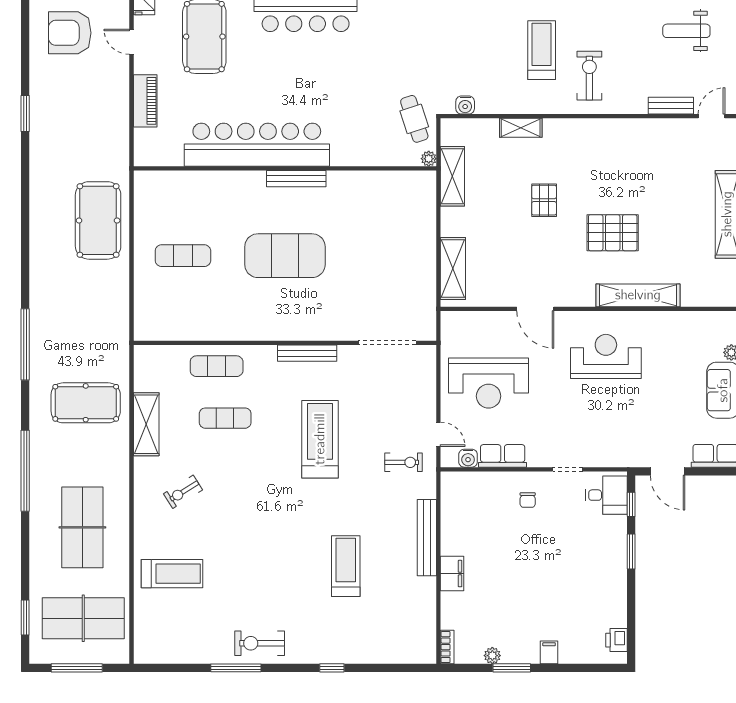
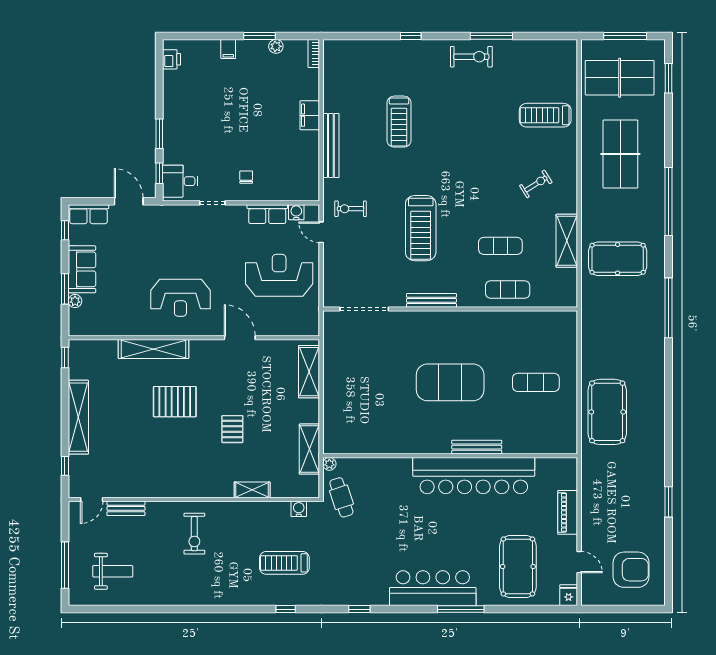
treadmill: (542, 50) -> (284, 563), moved, turned 90
bench: (296, 179) -> (477, 447), moved

